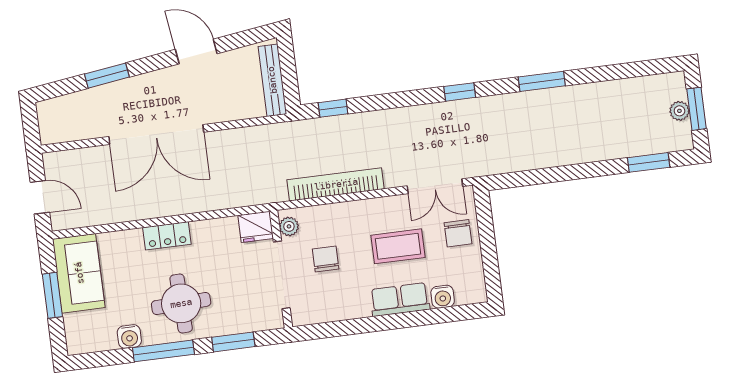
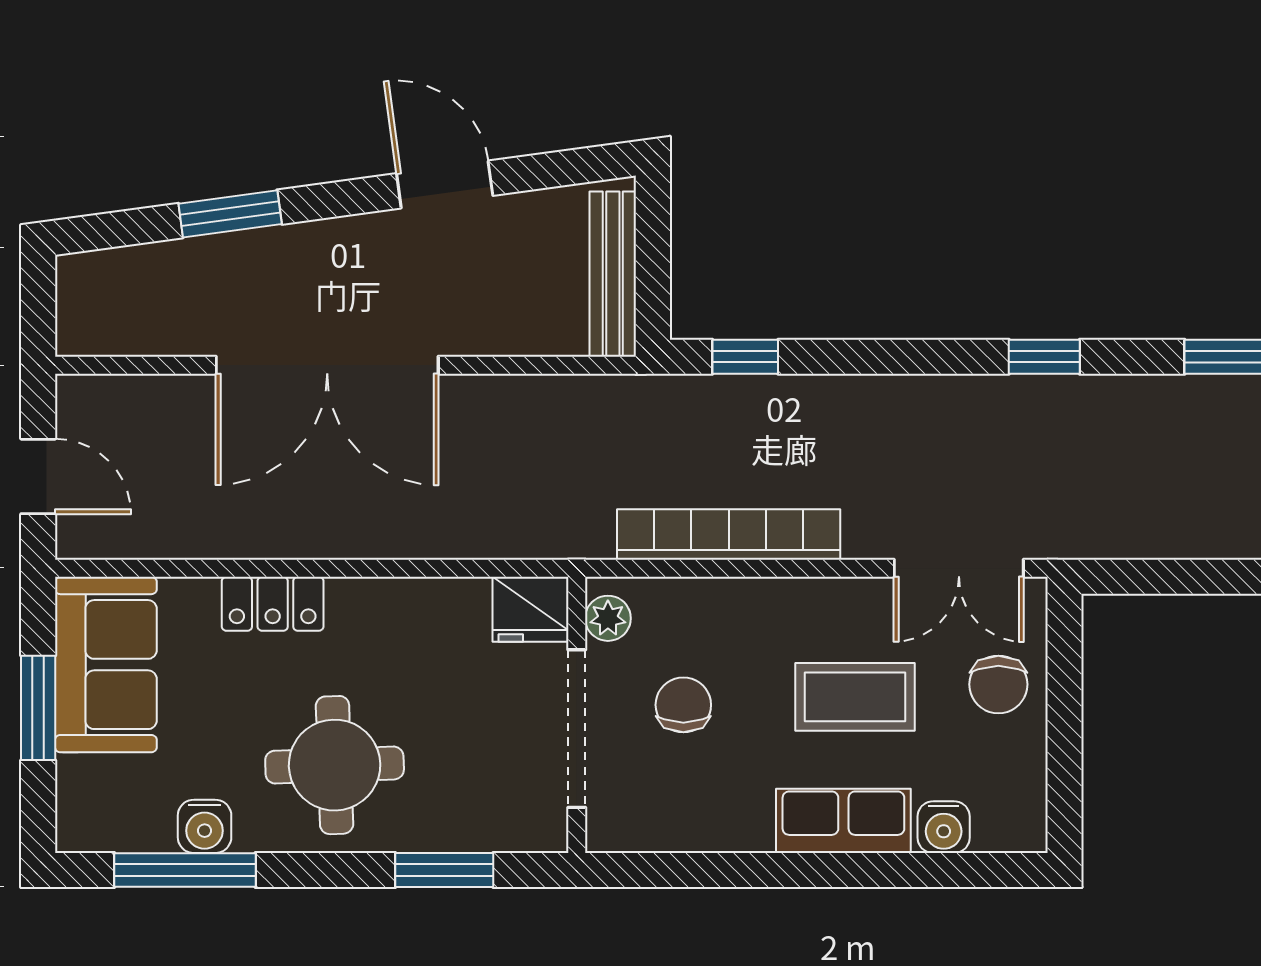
locker: (167, 236) -> (273, 604), moved
window: (163, 351) -> (185, 870), moved

